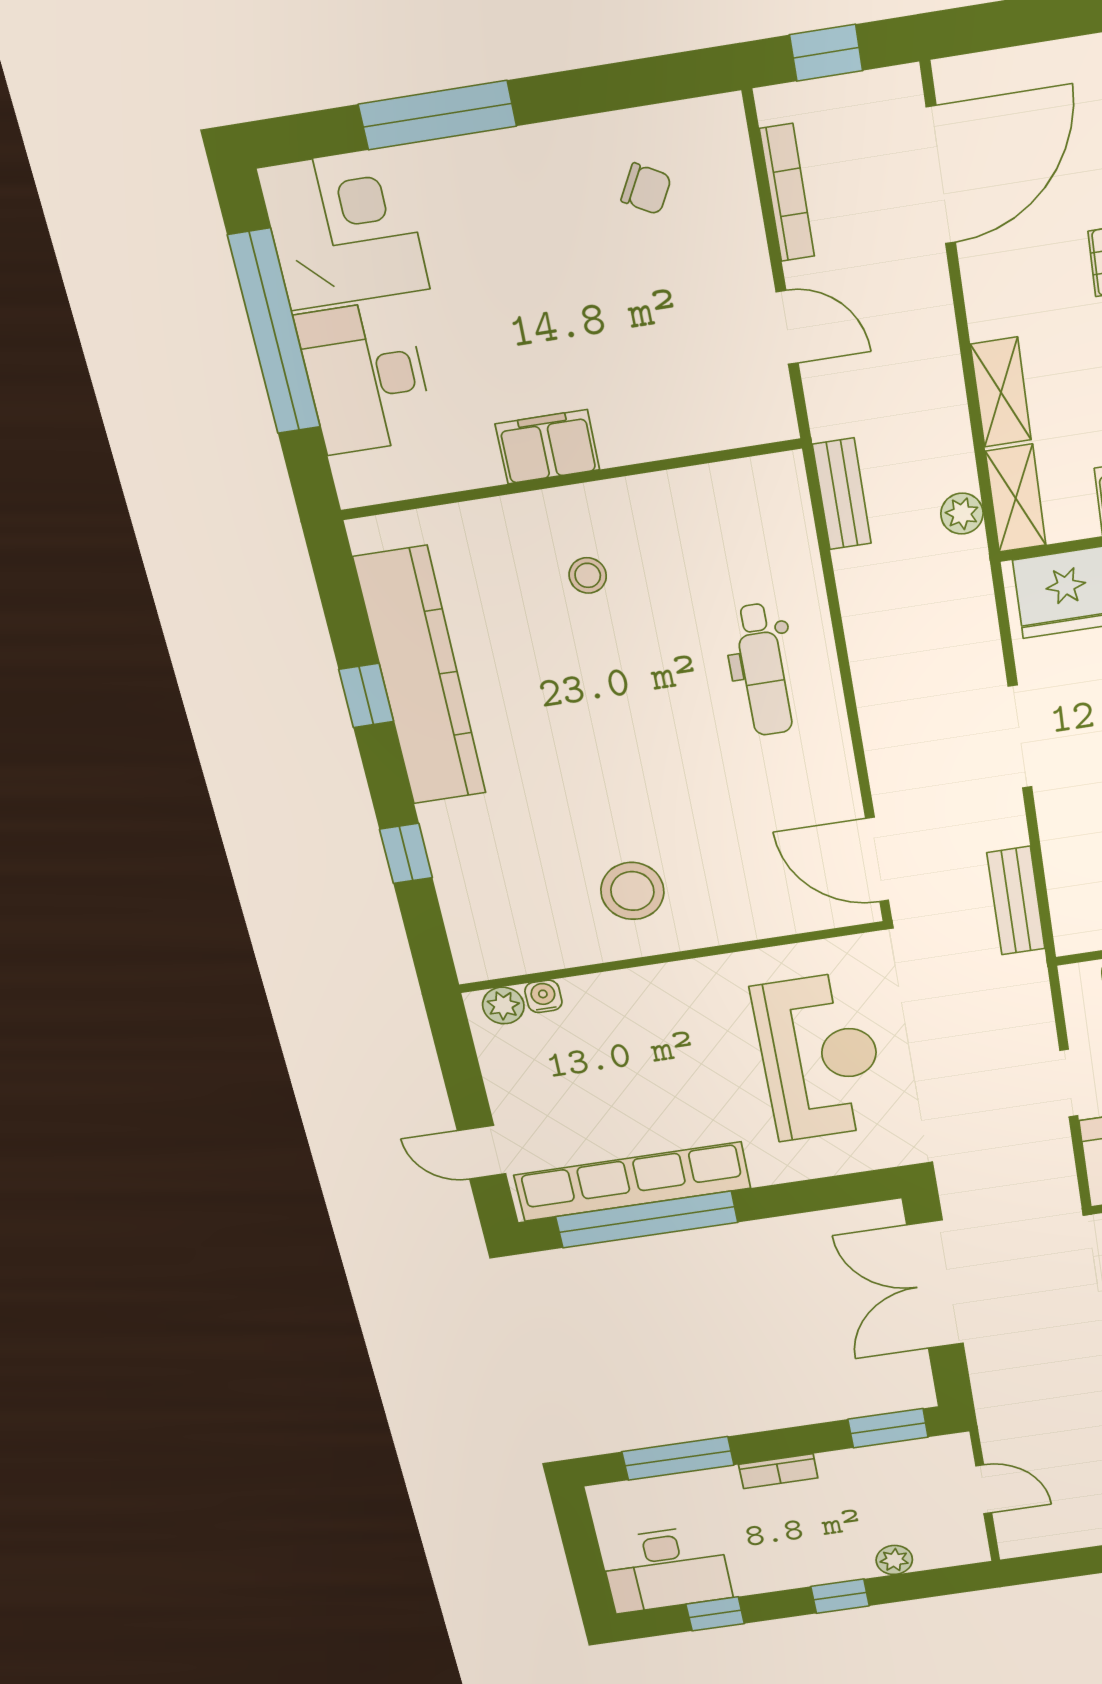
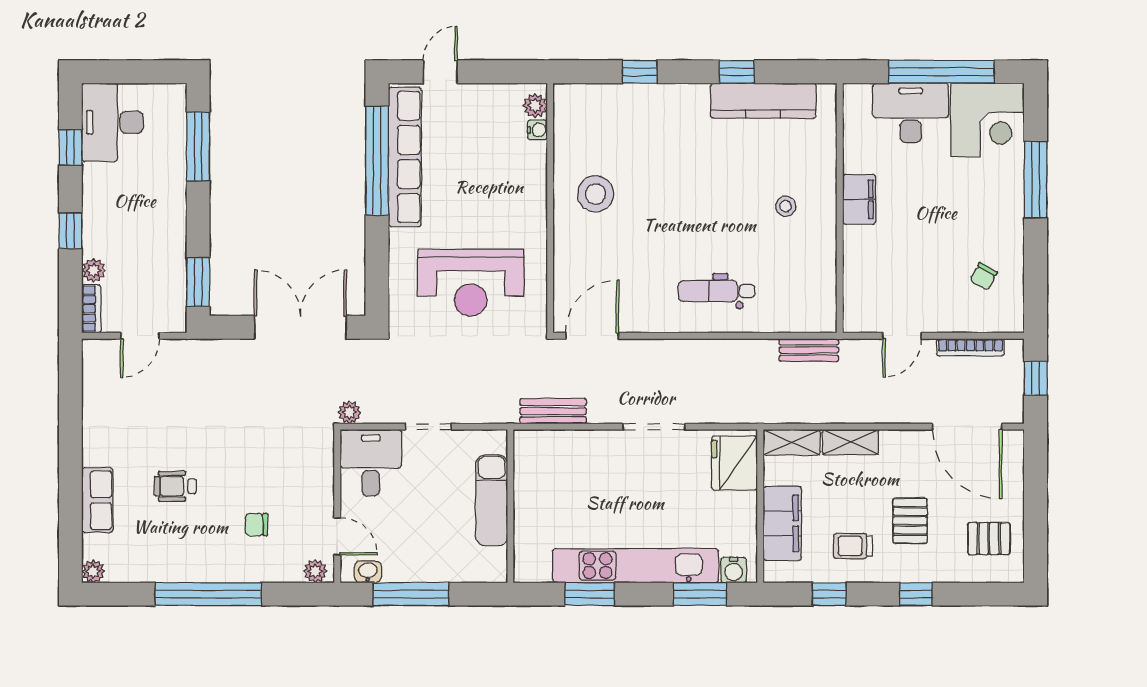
plant: (962, 514) -> (349, 412), moved
kitchen counter: (420, 677) -> (763, 101), width x0.72, depth x0.86
bookcase: (778, 1471) -> (91, 309), moved, turned 180

